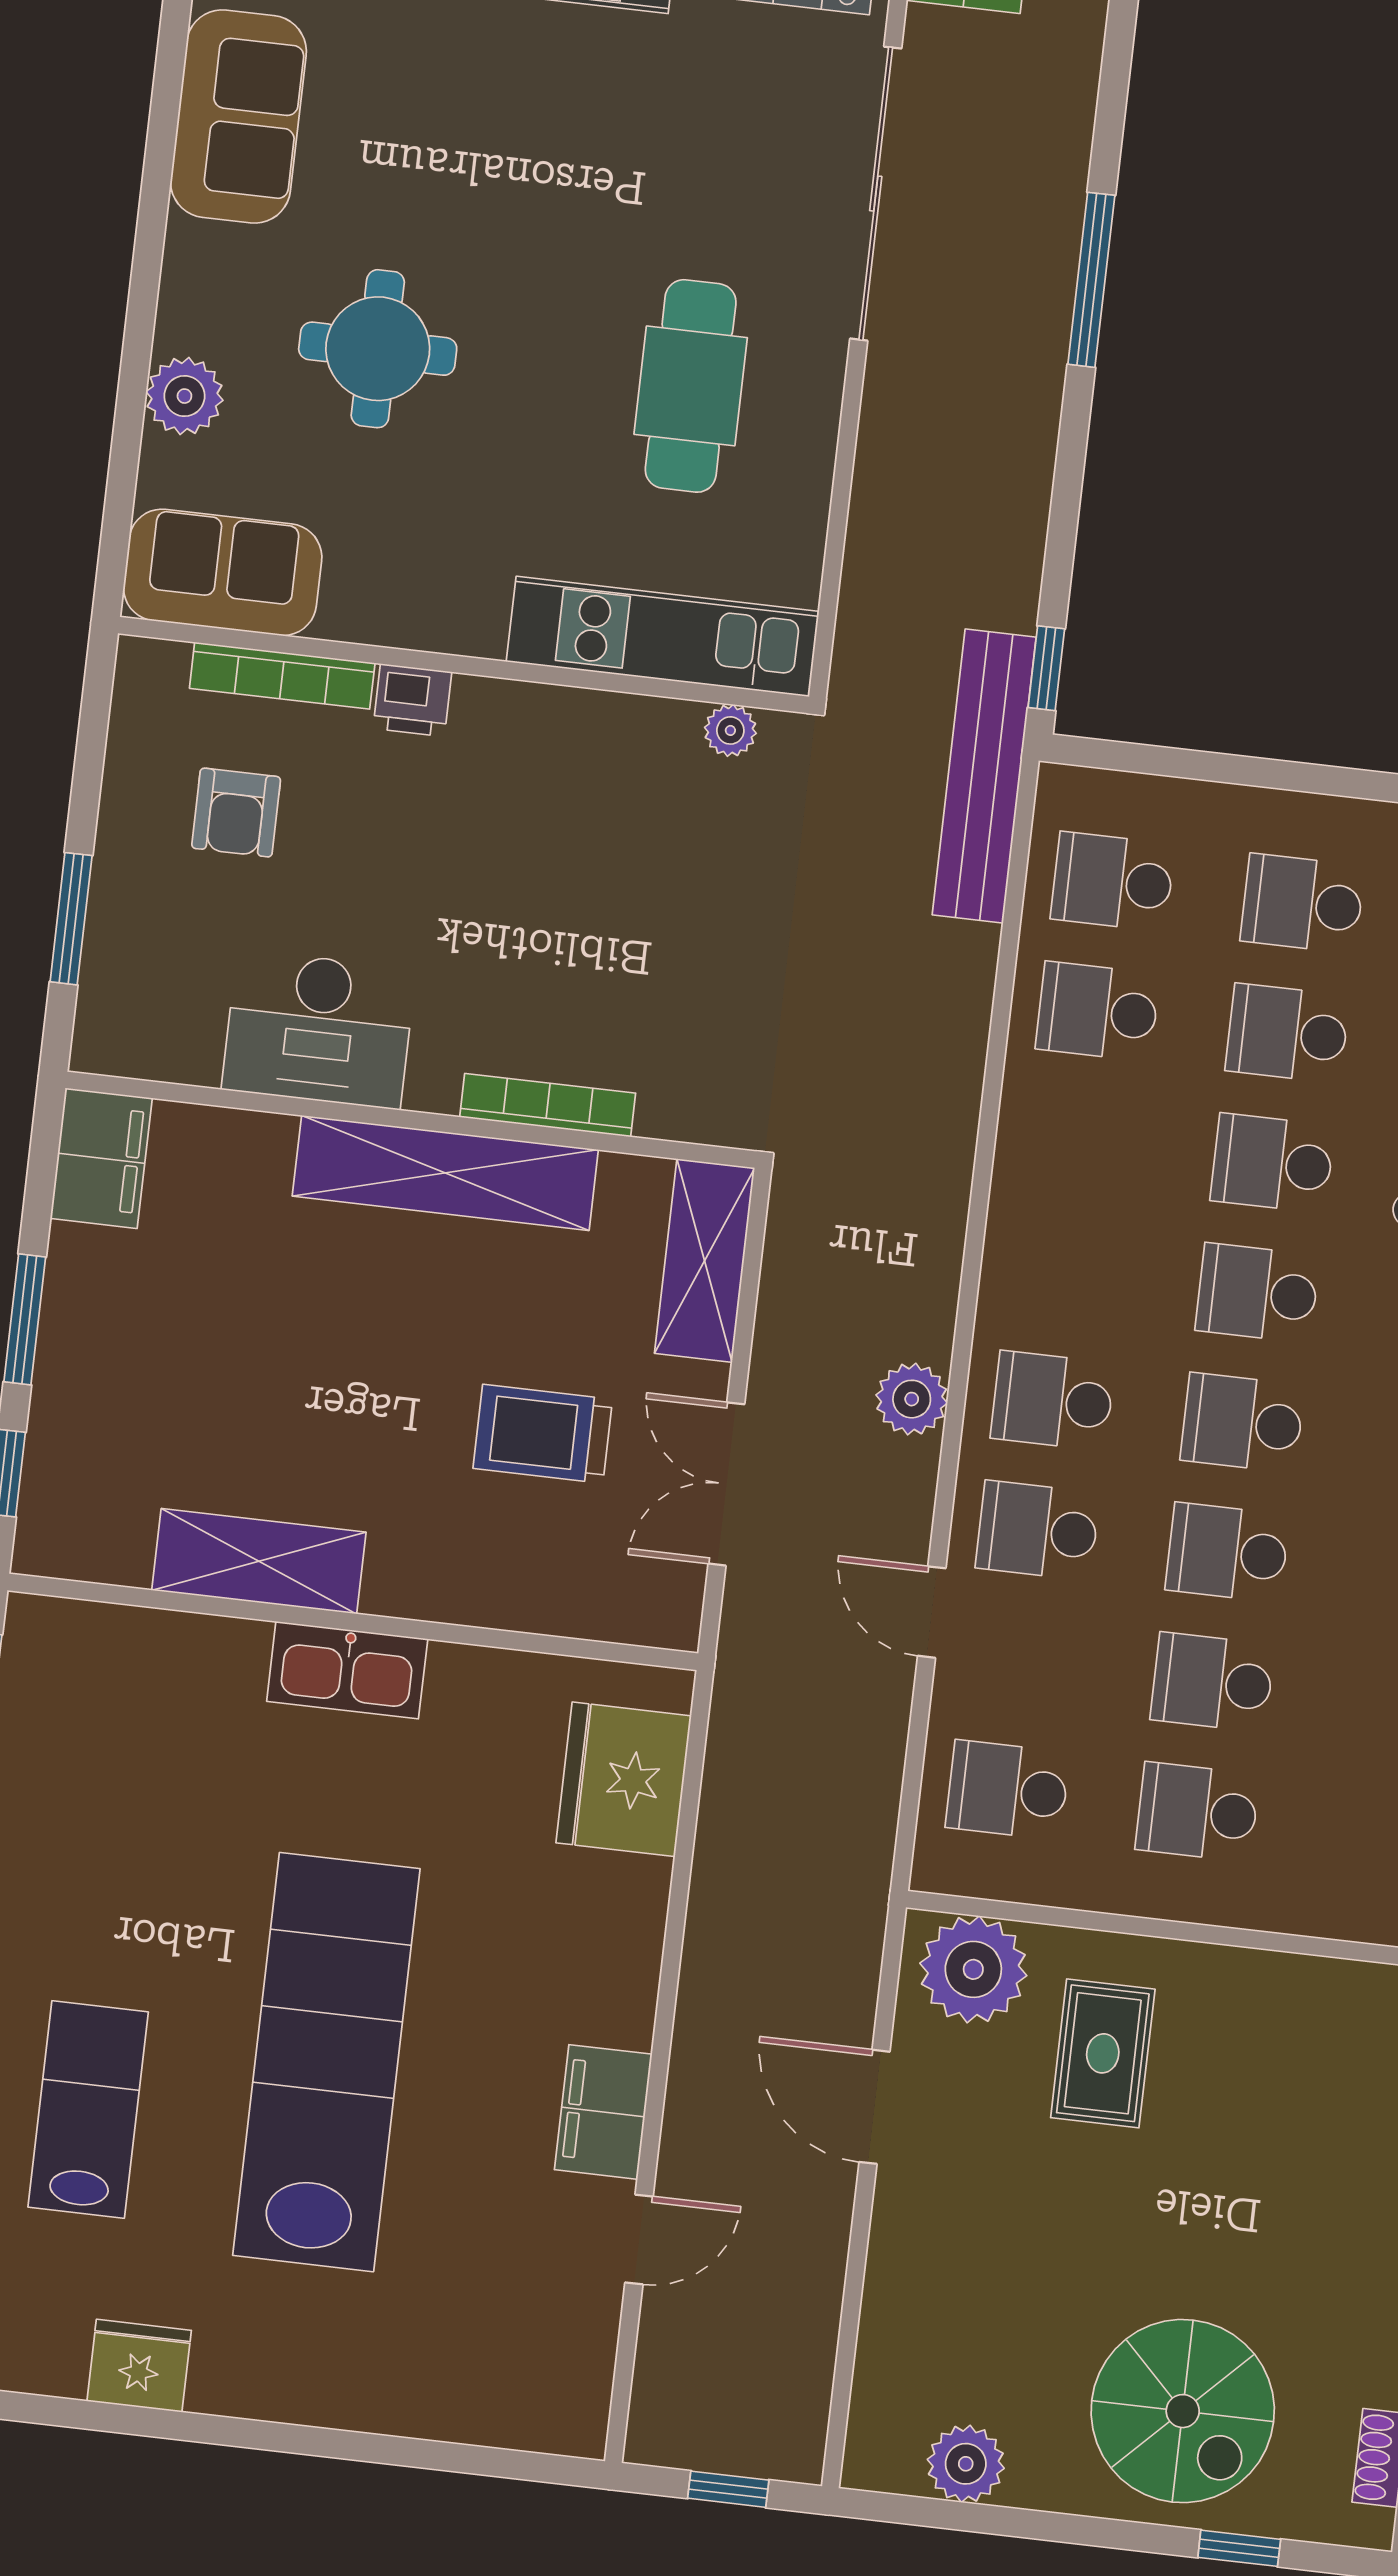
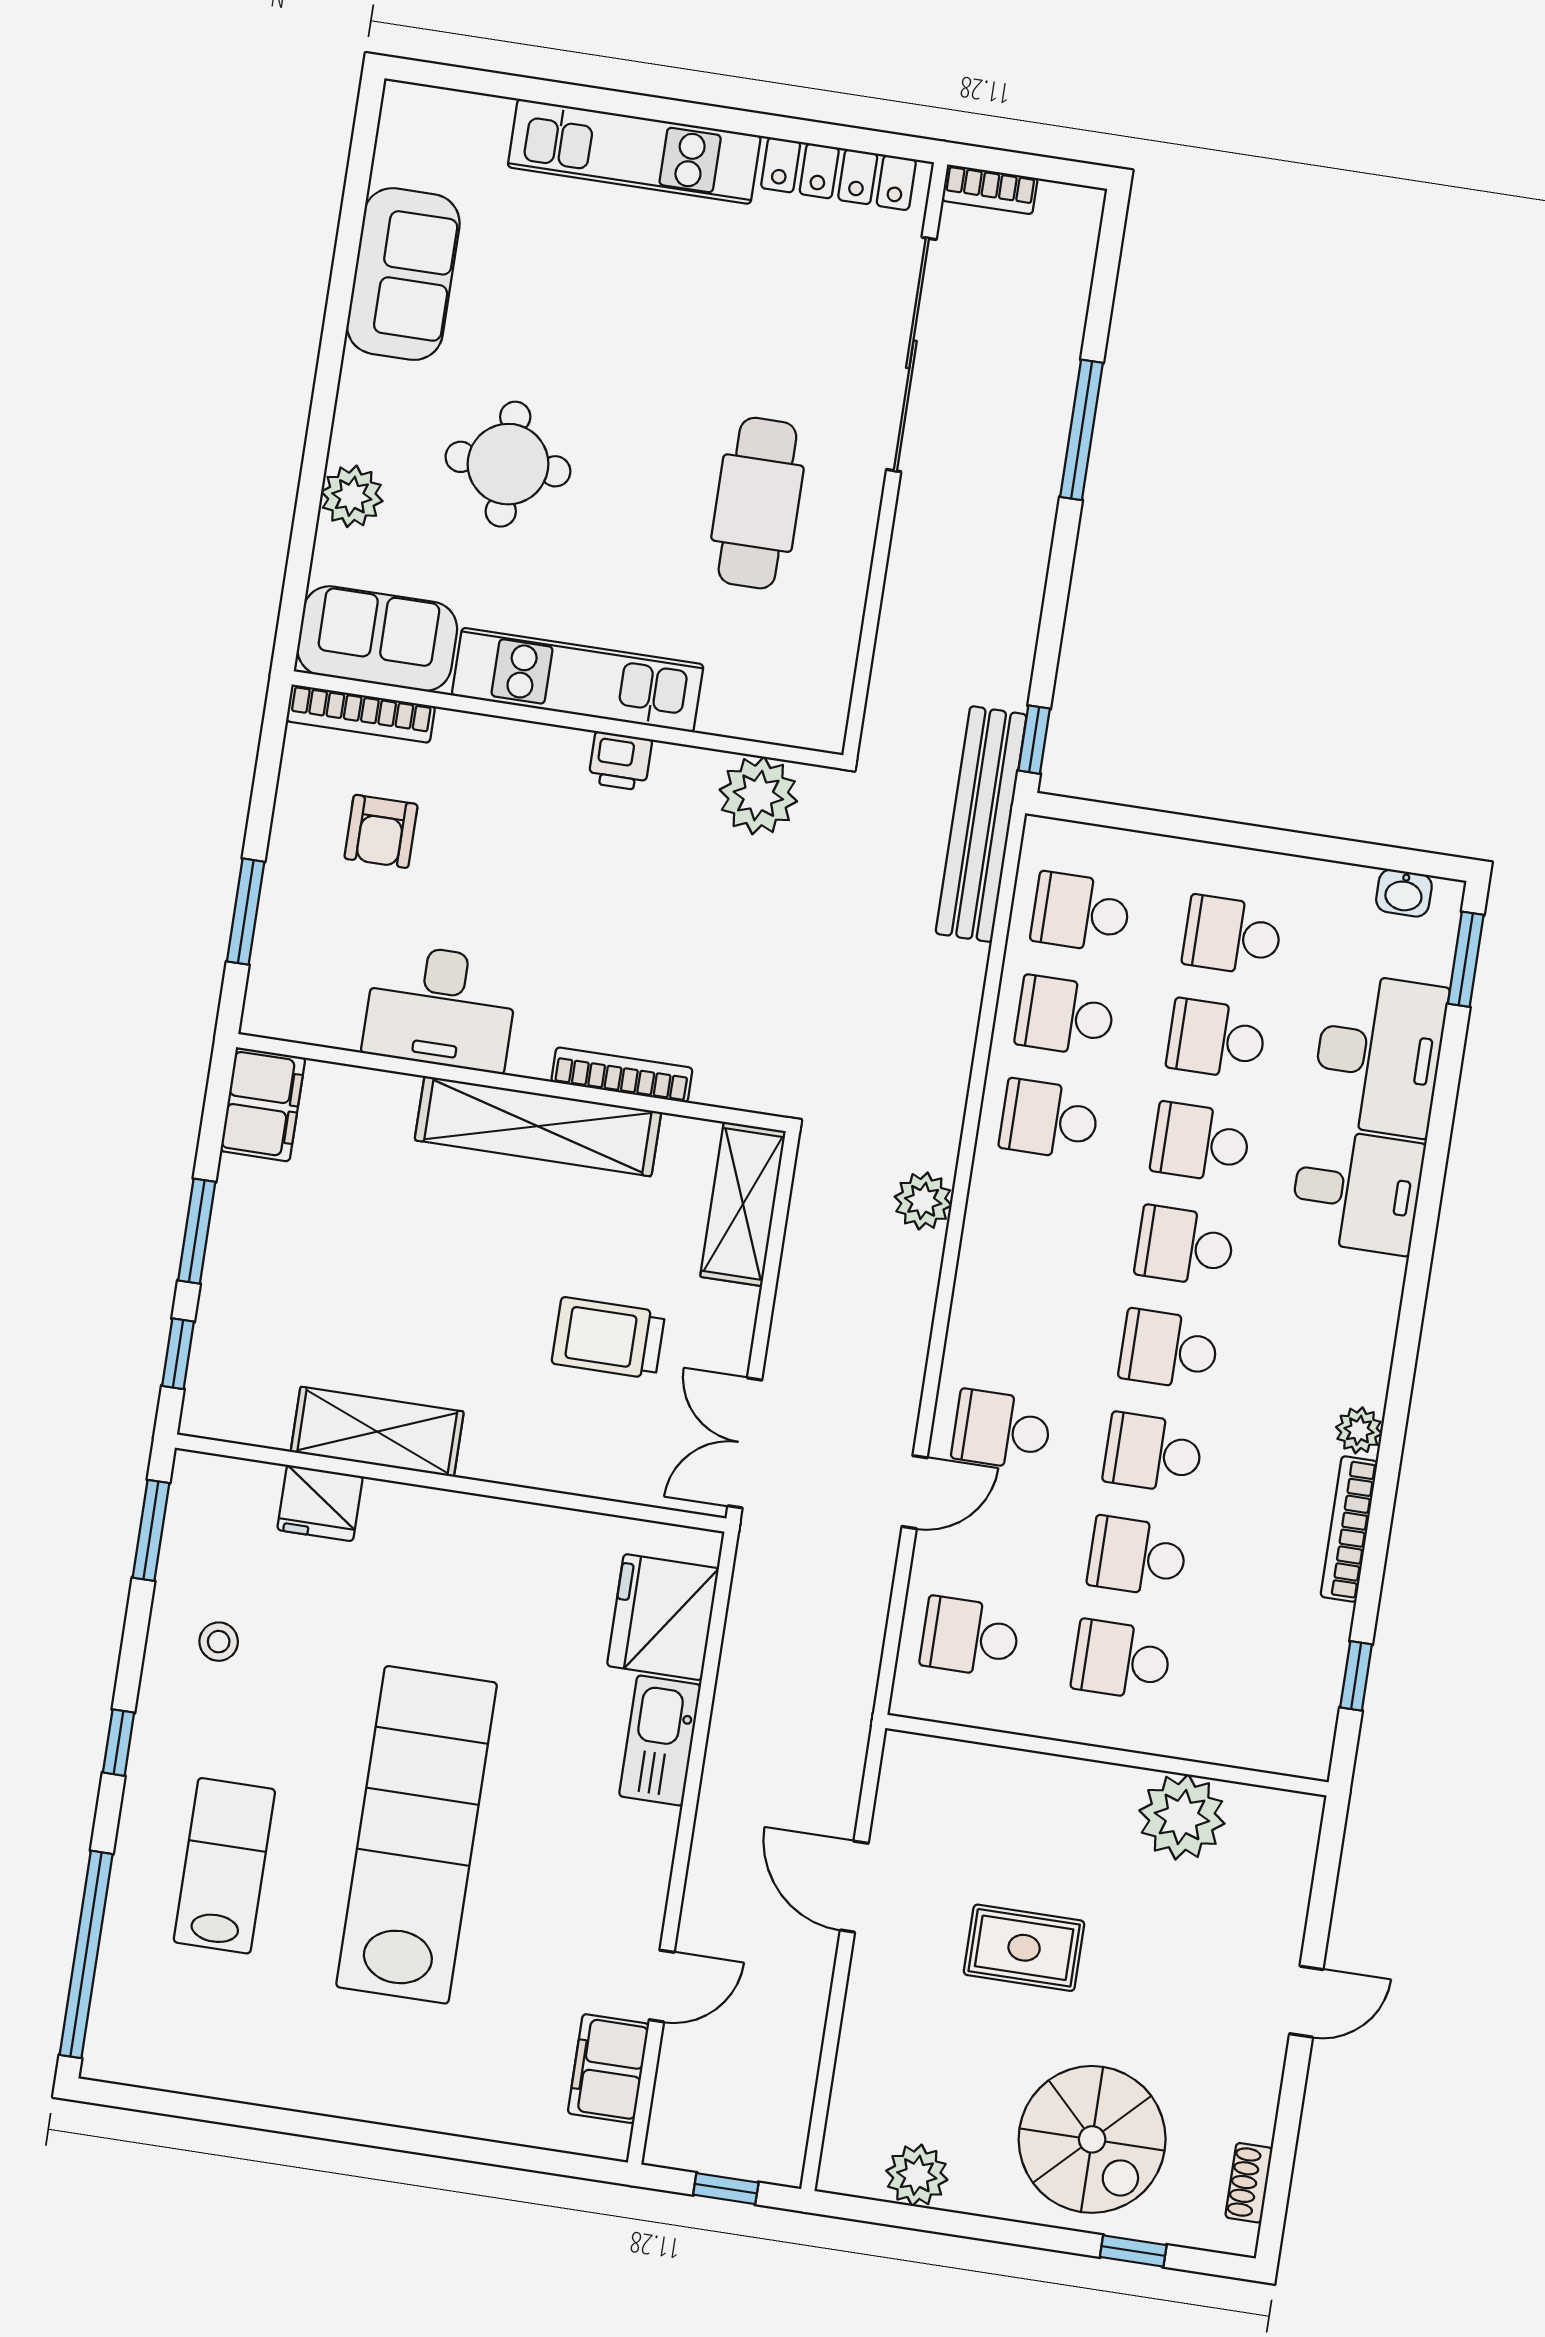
kitchen unit: (663, 636) -> (578, 680), moved
bookcase: (282, 676) -> (361, 714), moved
printer: (412, 700) -> (620, 761), moved
plant: (730, 730) -> (758, 796), width x1.88, depth x1.88
plant: (912, 1399) -> (923, 1201), moved
school desk: (1053, 1401) -> (1049, 1119), moved
double door: (726, 1484) -> (745, 1443), moved
door: (932, 1612) -> (915, 1492), swing flipped
kitchen sink: (347, 1670) -> (660, 1740), moved, turned 90
stool: (71, 1830) -> (219, 1642), added
plant: (973, 1969) -> (1182, 1817), moved
rug: (1103, 2053) -> (1024, 1948), moved, turned 90
filing cabinet: (603, 2112) -> (608, 2069), moved
fridge: (139, 2366) -> (320, 1503), moved, turned 180

